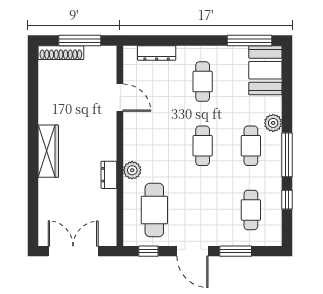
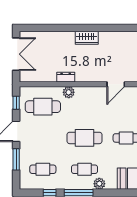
cafe table: (203, 146) -> (84, 138), width x1.37, depth x1.35
wardrobe: (48, 151) -> (87, 38), width x0.67

